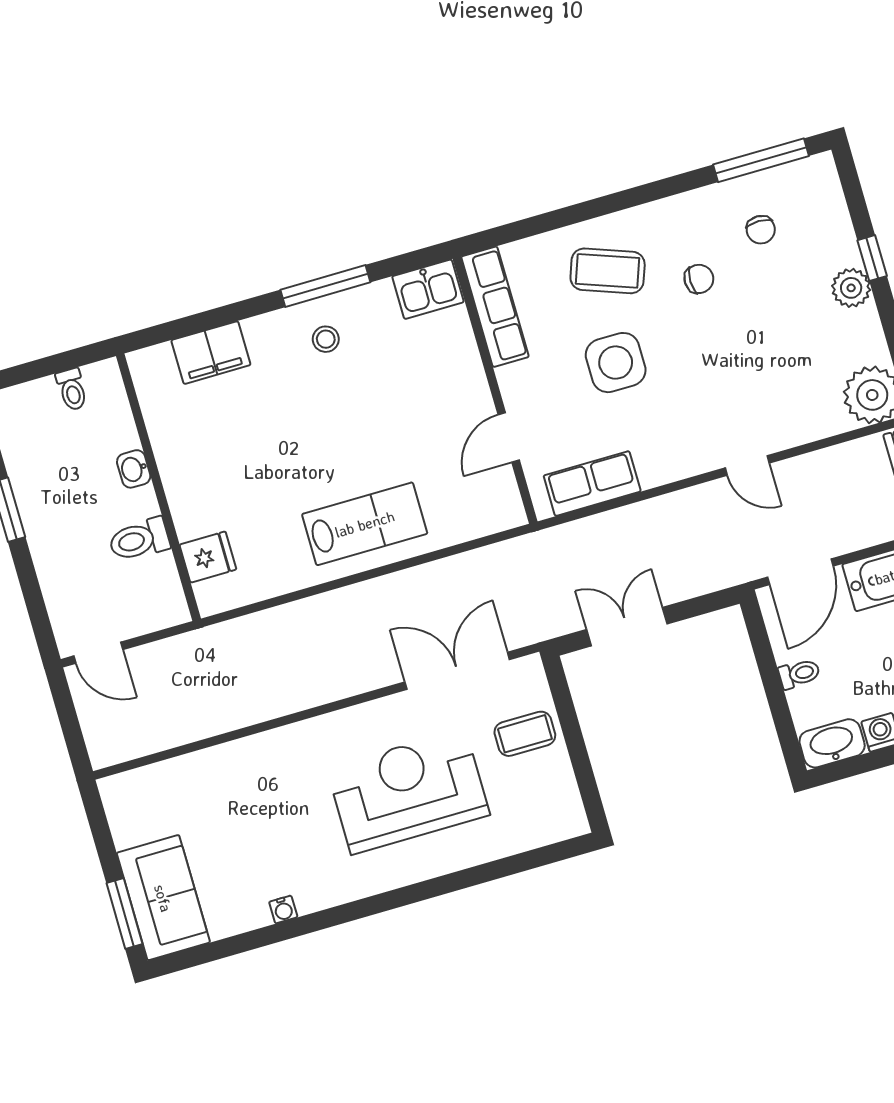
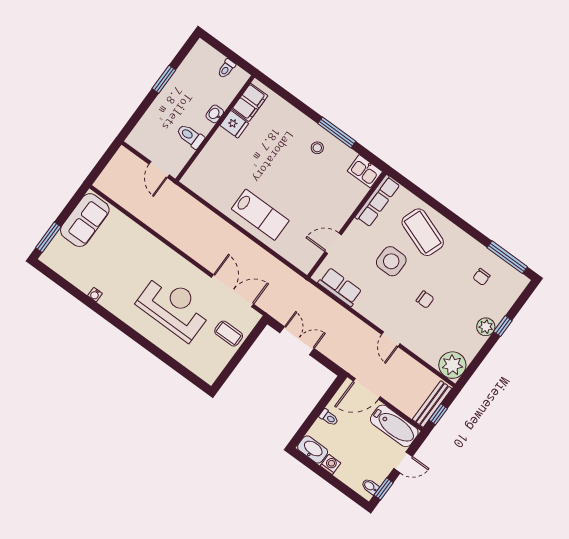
coffee table: (608, 271) -> (423, 232), width x1.36, depth x1.32
chair: (699, 279) -> (425, 300), moved
filing cabinet: (211, 353) -> (250, 102), moved, turned -90
fridge: (208, 557) -> (234, 124), moved
door: (98, 653) -> (159, 170), moved
sofa: (163, 898) -> (85, 220), moved

